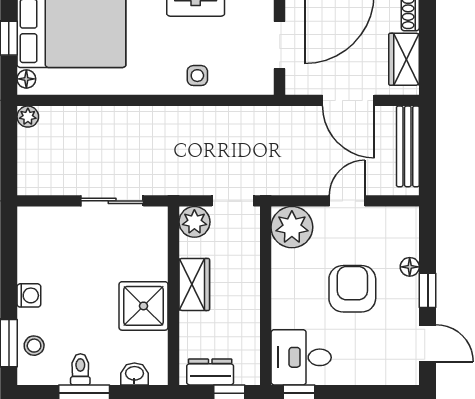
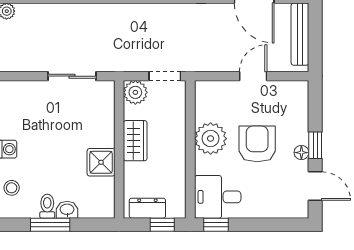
plant: (292, 227) -> (211, 139), moved
floor lamp: (410, 267) -> (301, 153), moved
shower: (143, 306) -> (101, 162), width x0.73, depth x0.73
washbasin: (134, 374) -> (67, 210), moved

